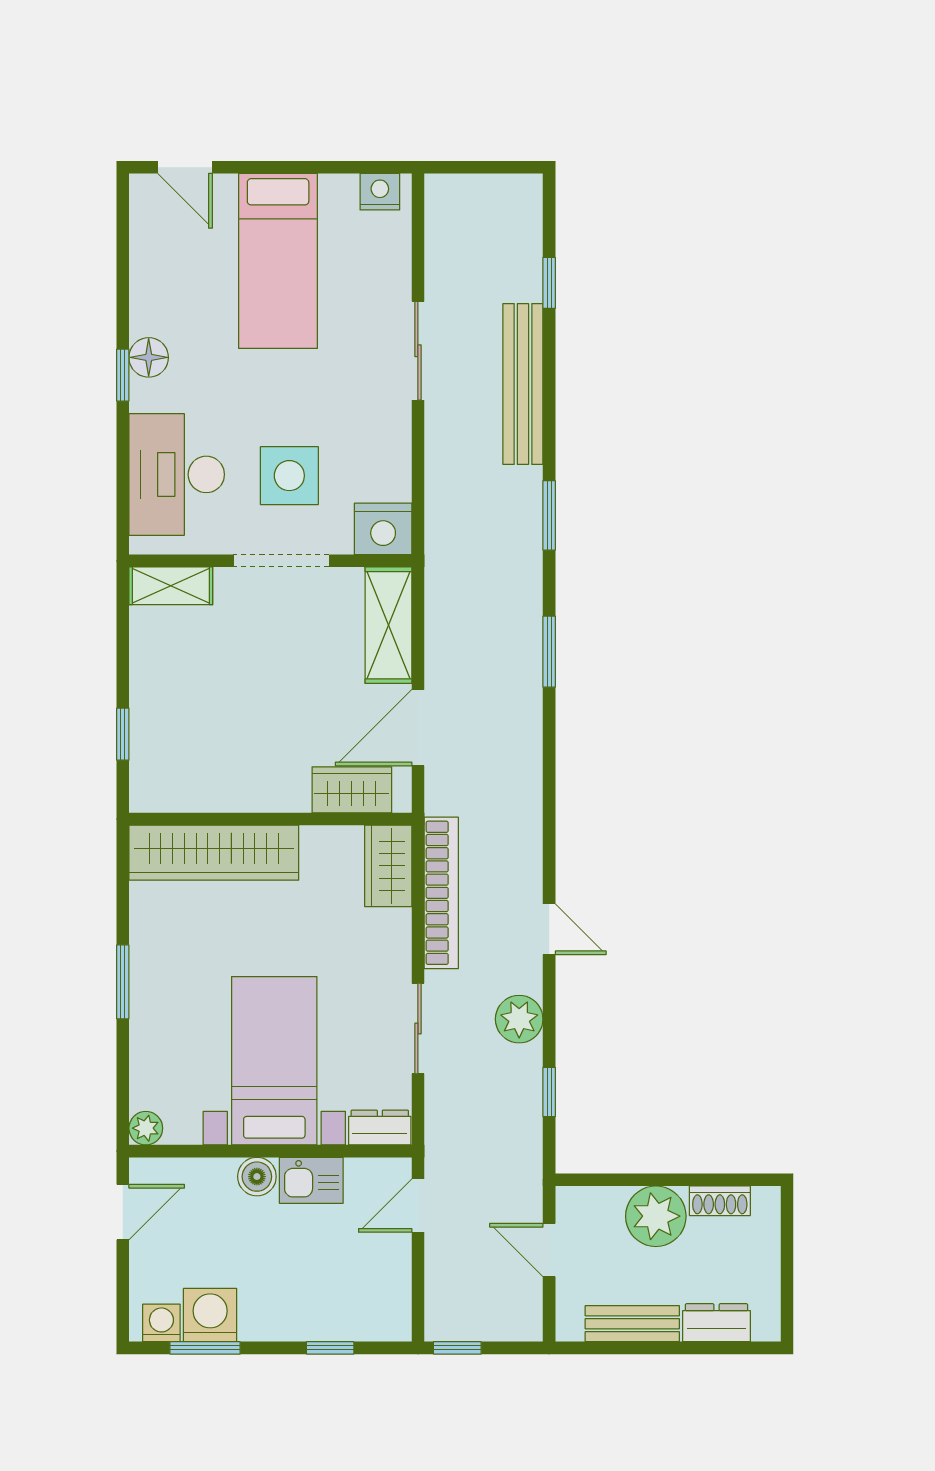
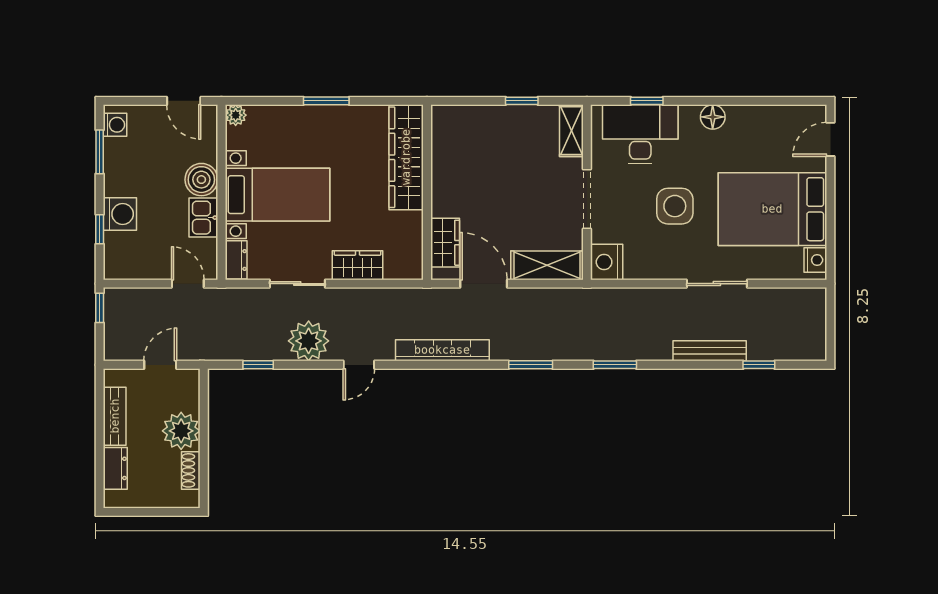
bed: (278, 261) -> (772, 209), width x1.50
window: (123, 375) -> (647, 101), moved
bench: (523, 384) -> (710, 351), width x0.73, depth x0.82
side table: (289, 476) -> (675, 206), moved
window: (123, 734) -> (522, 101), moved
wardrobe: (388, 866) -> (357, 265), moved
bookcase: (441, 893) -> (442, 350), moved, turned 180
plant: (519, 1019) -> (309, 341), width x1.36, depth x1.36
boiler: (257, 1177) -> (201, 180), width x1.36, depth x1.36
washing machine: (210, 1315) -> (120, 214), moved

